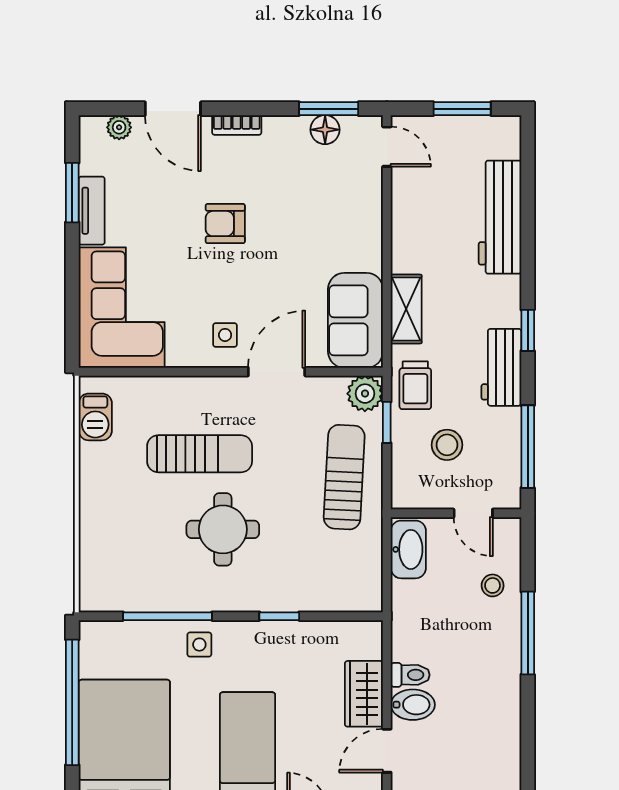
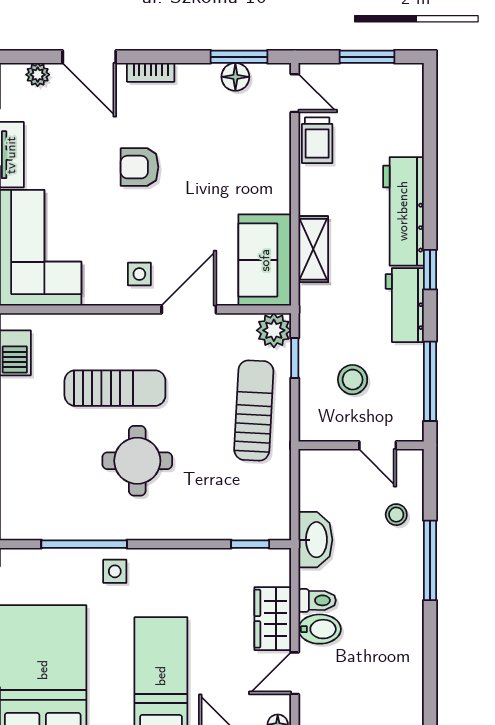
workbench: (500, 217) -> (403, 211), moved
trolley: (415, 385) -> (317, 140), moved
washbasin: (408, 549) -> (315, 540), moved
window: (279, 616) -> (250, 544), moved

